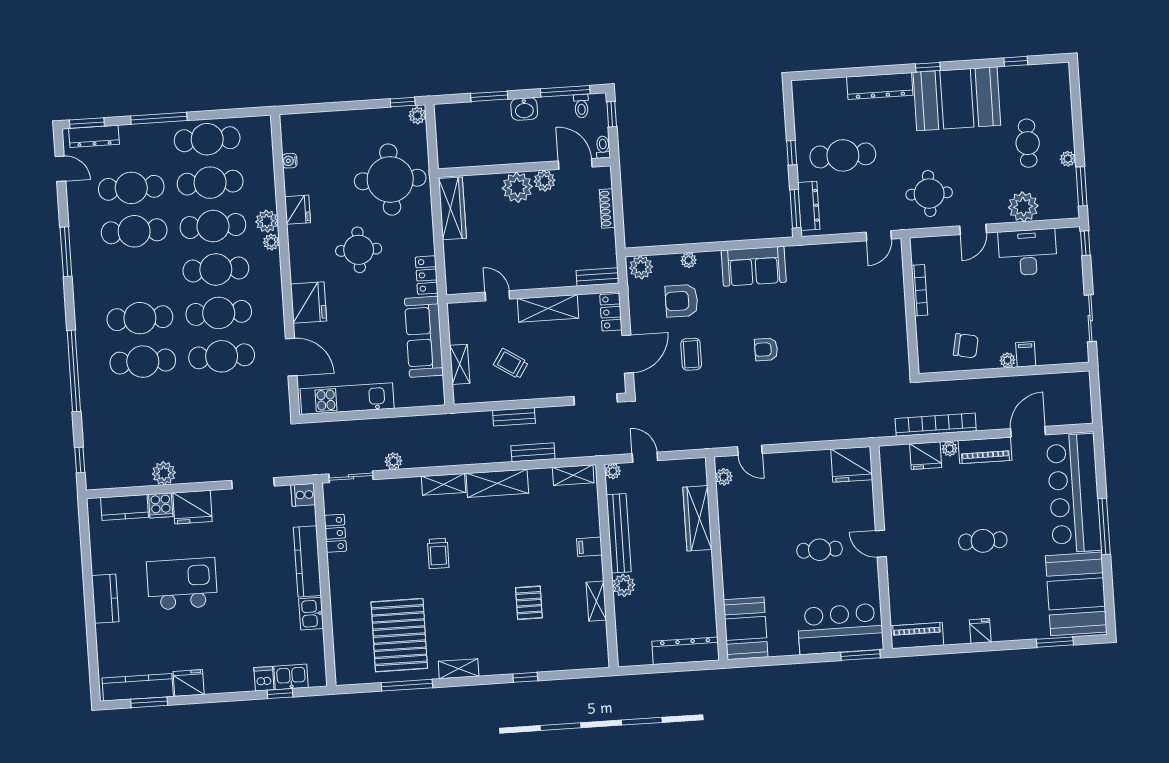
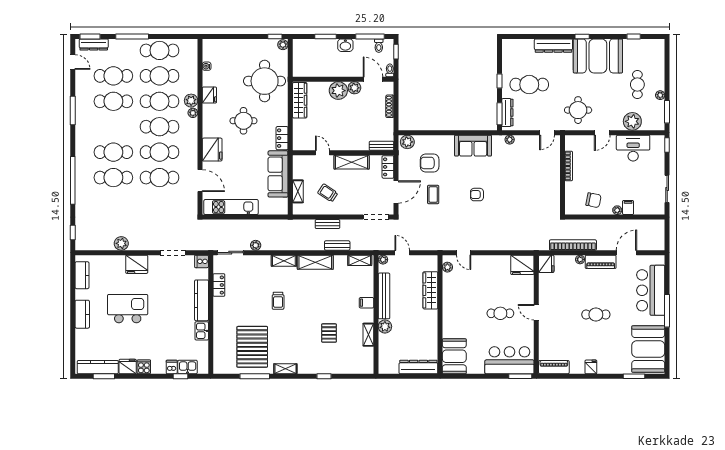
plant: (689, 260) -> (510, 140), moved
fridge: (926, 456) -> (546, 264), moved, turned -90
bar counter: (1074, 493) -> (651, 290), width x0.73
cooker: (161, 505) -> (144, 367), moved, turned 180
kitchen counter: (125, 507) -> (82, 275), moved, turned -90

